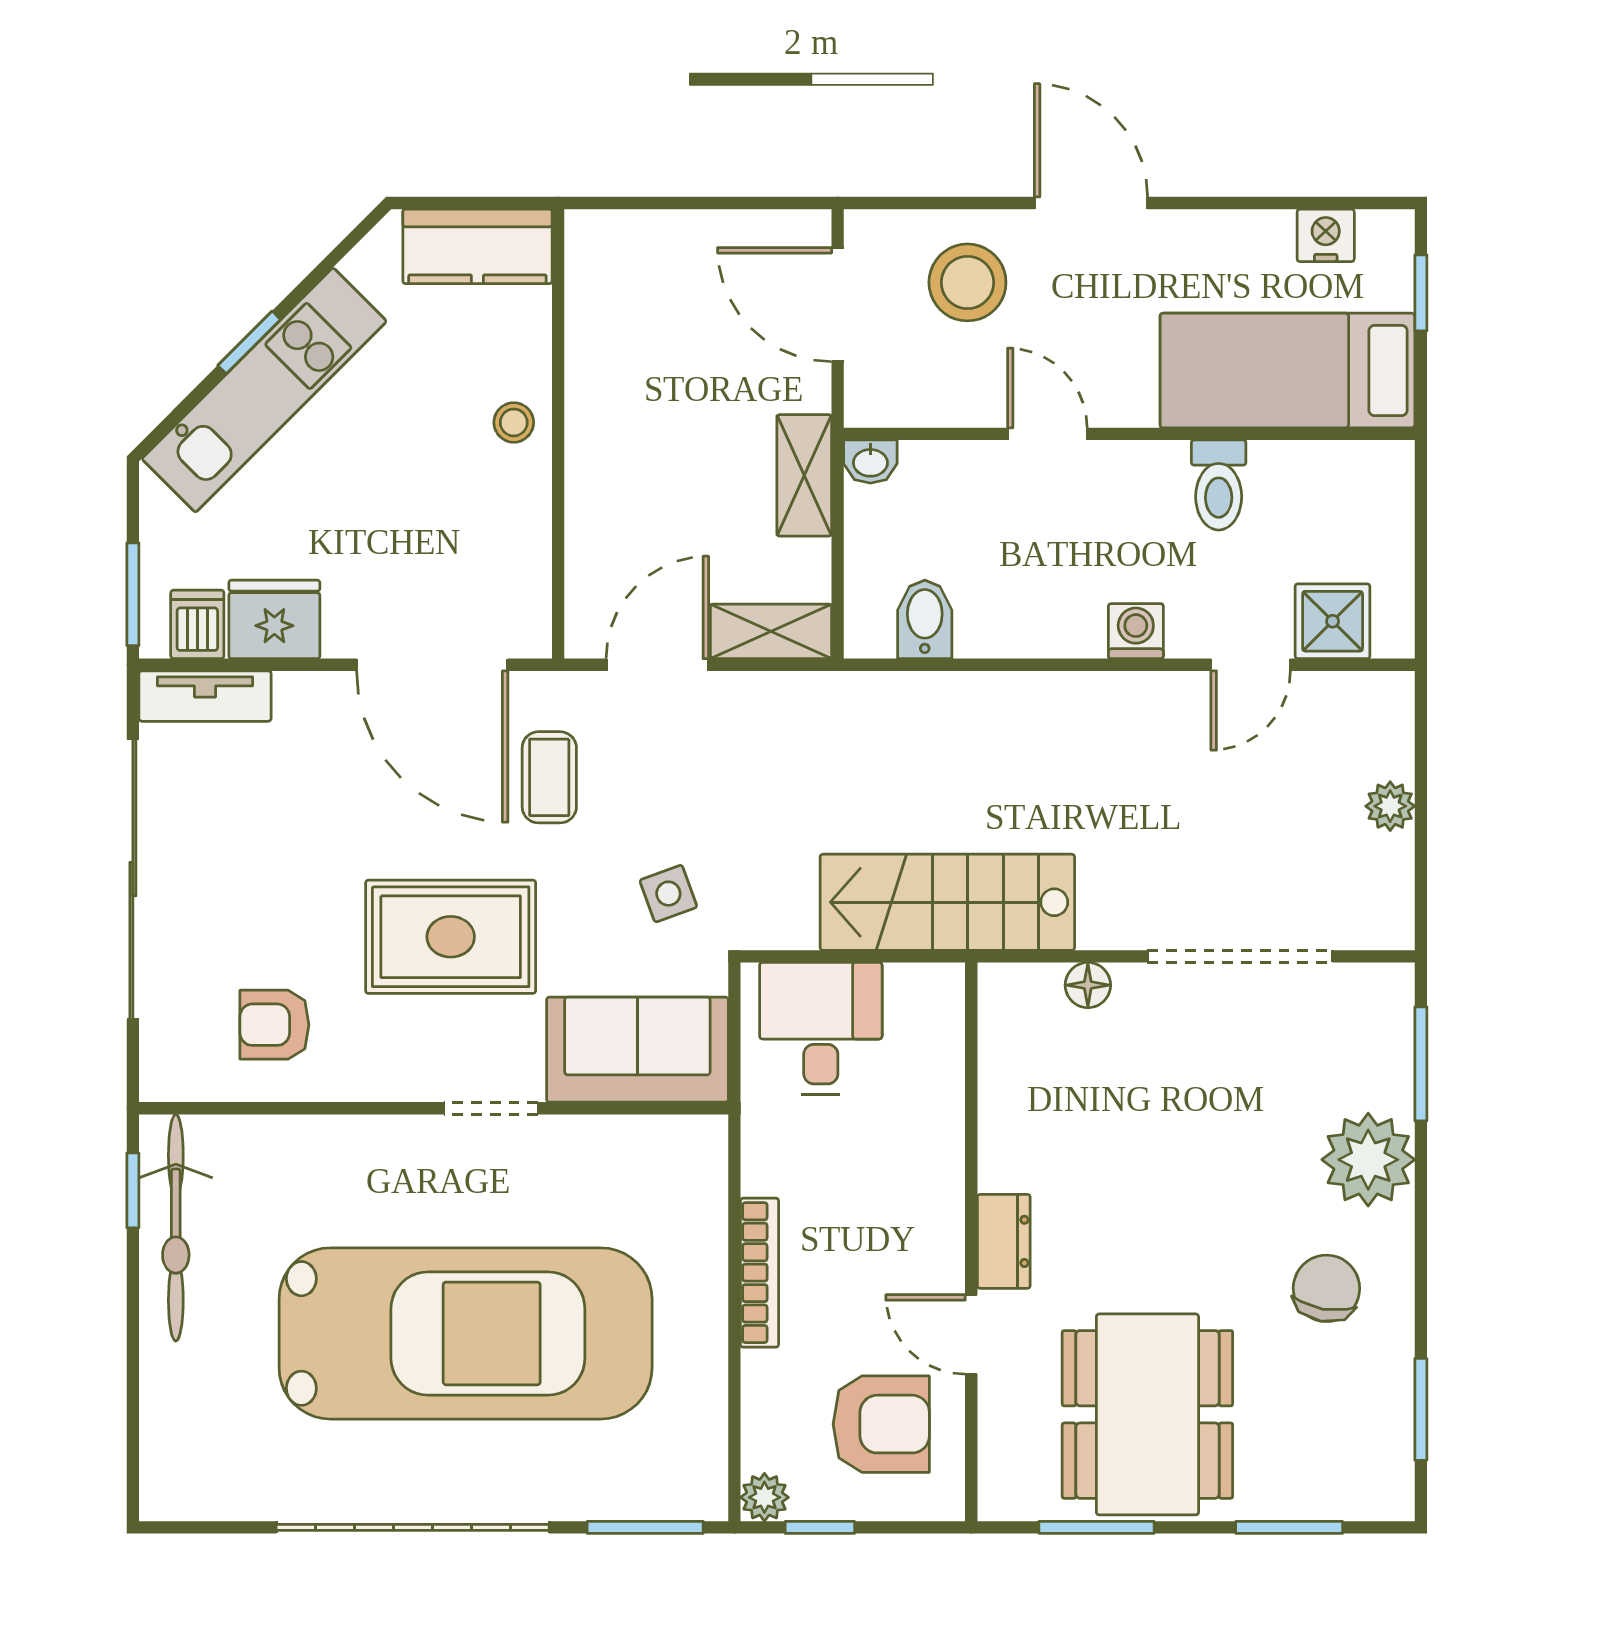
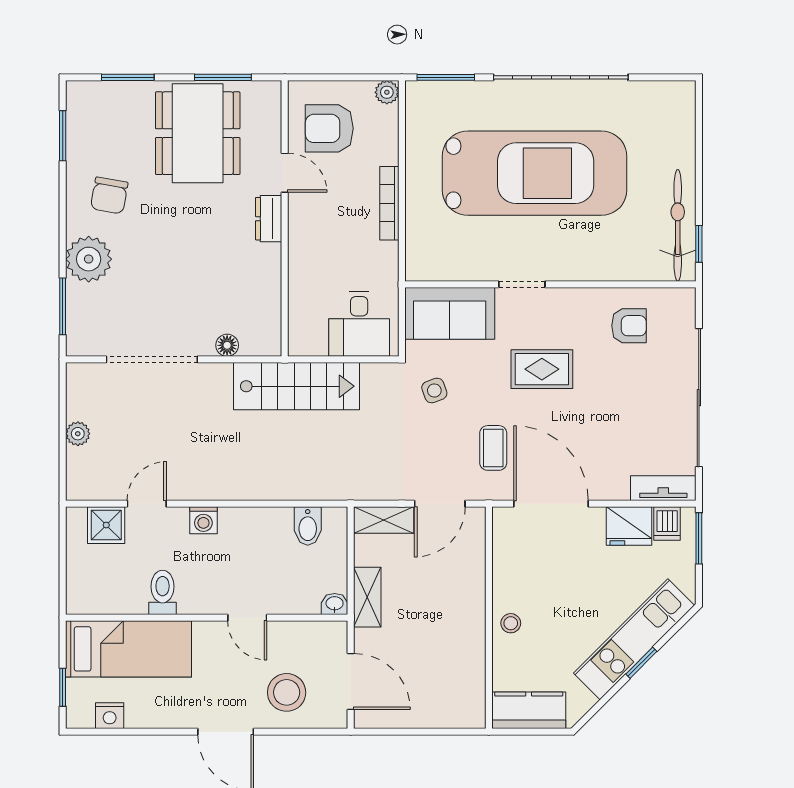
rug: (451, 937) -> (542, 369), width x0.73, depth x0.70
car: (466, 1333) -> (535, 173), turned 180
window: (820, 1527) -> (360, 77), removed

